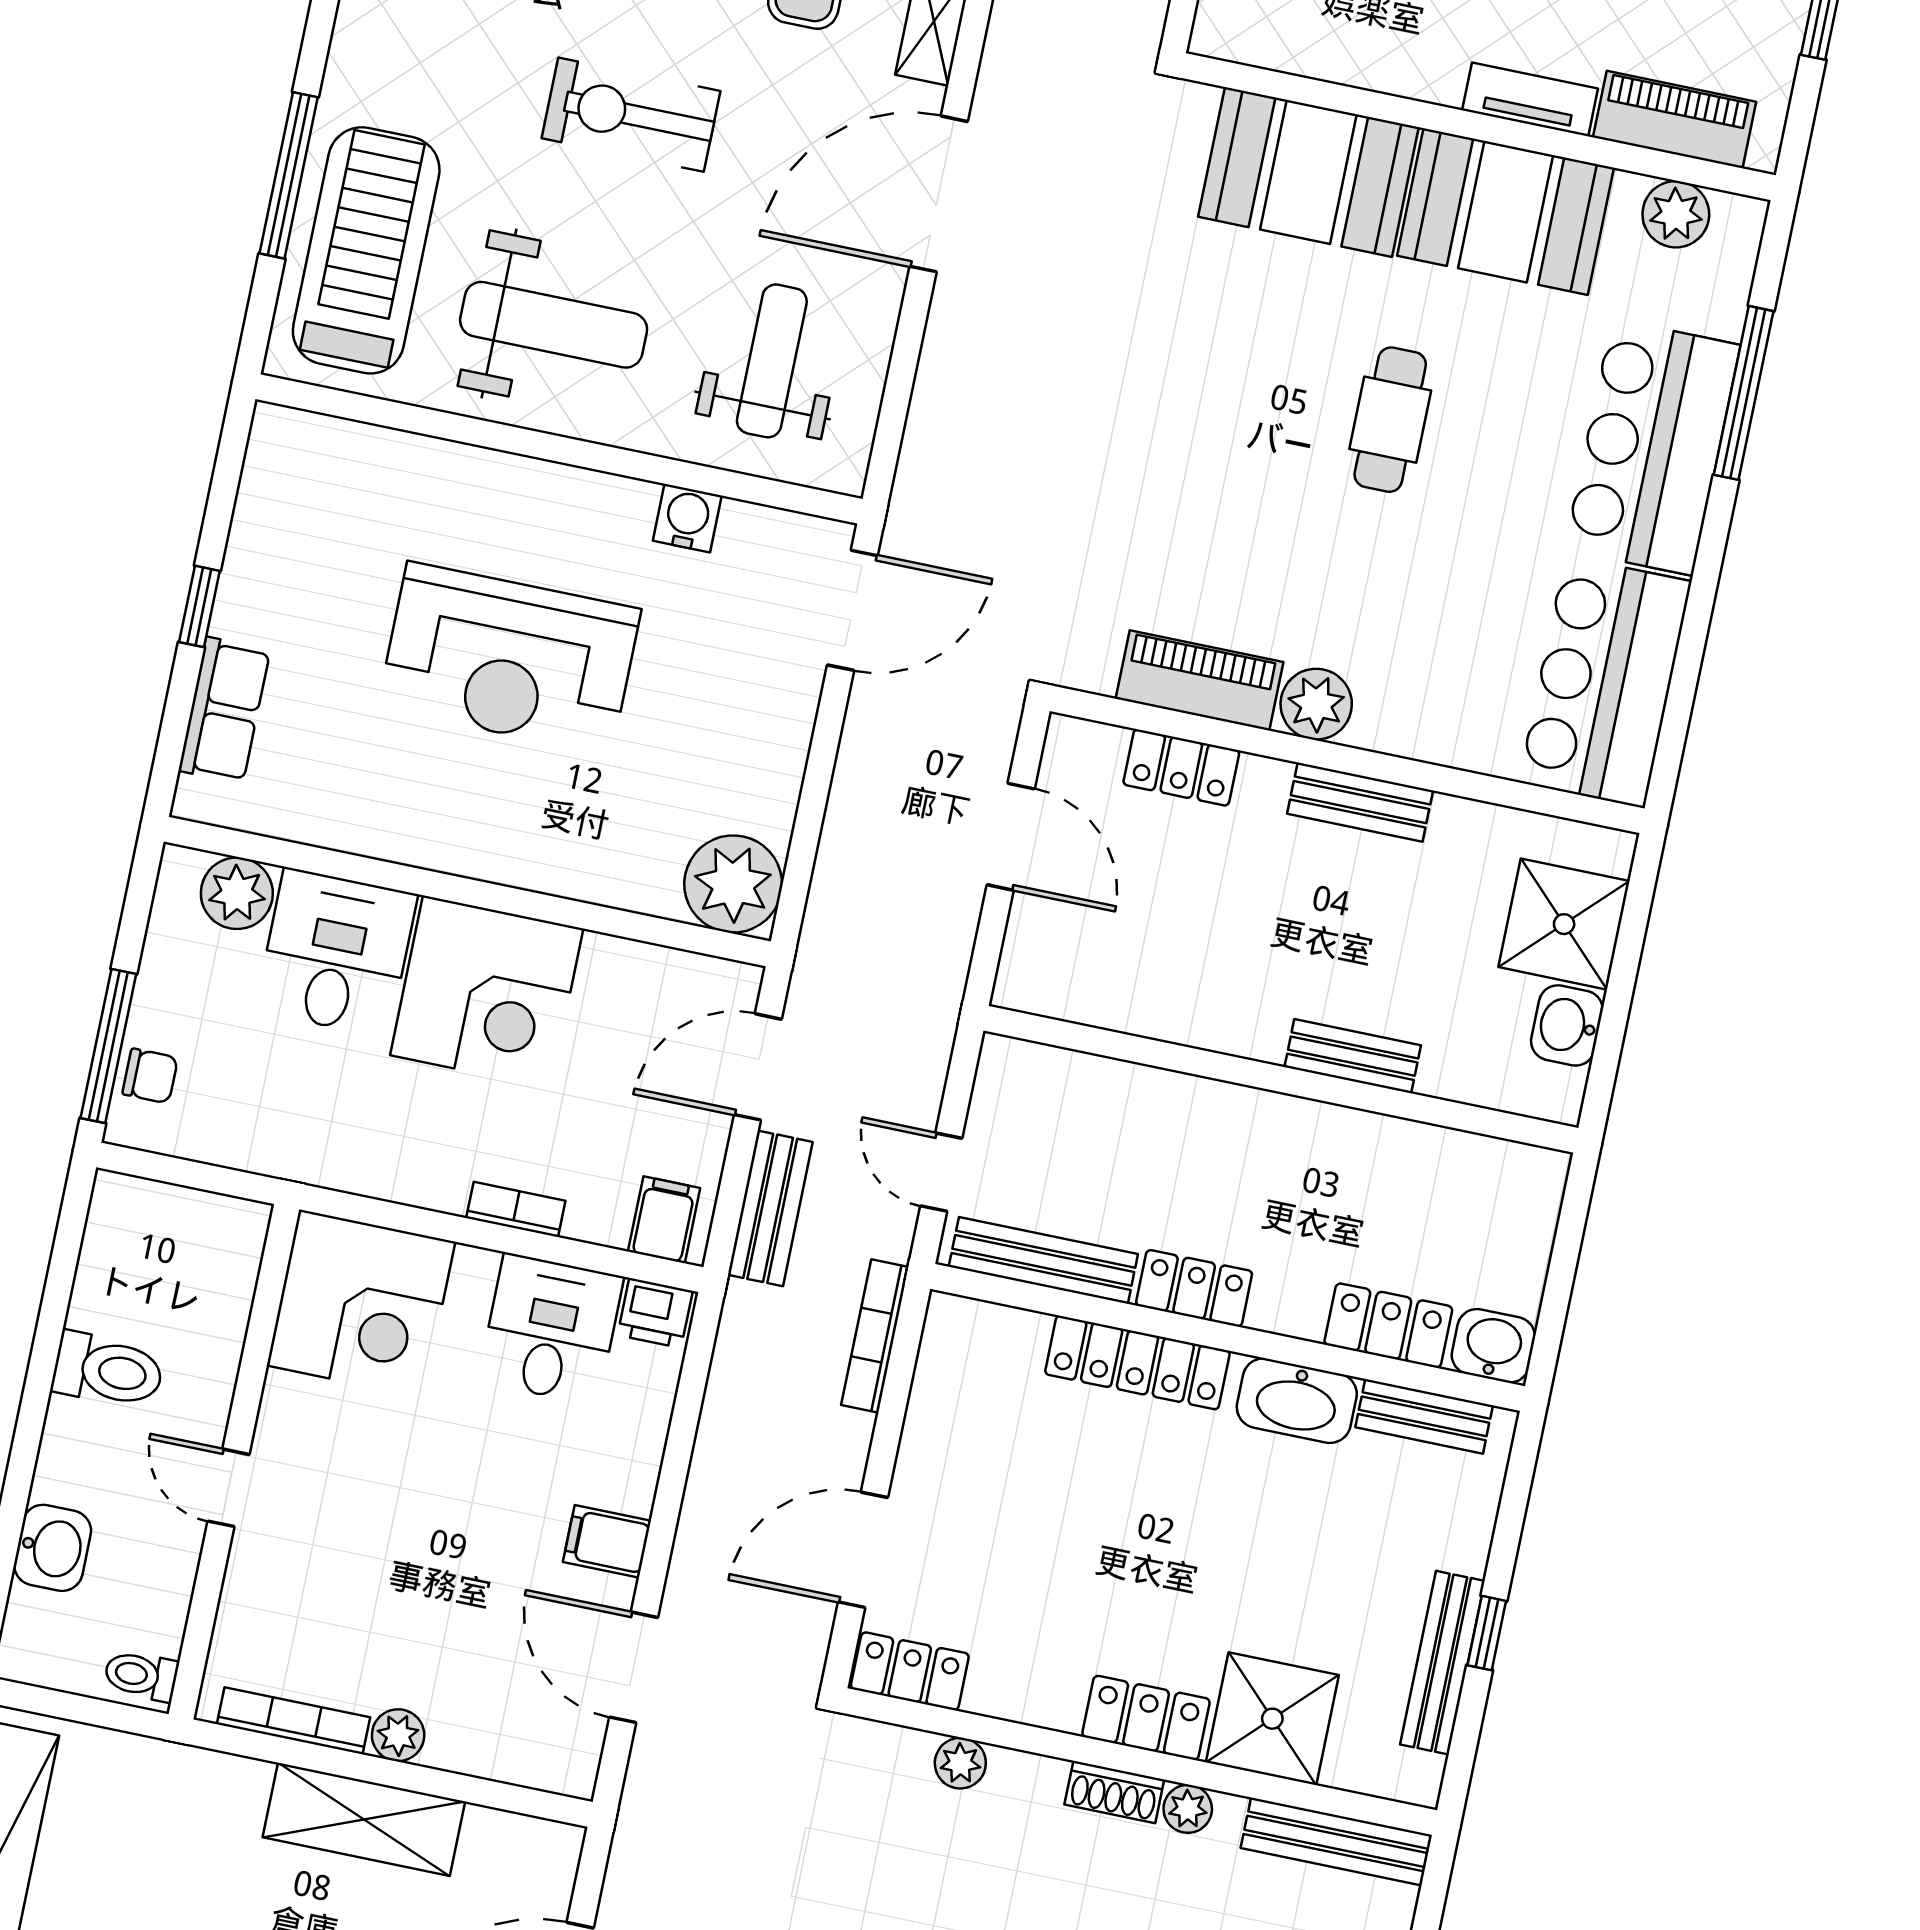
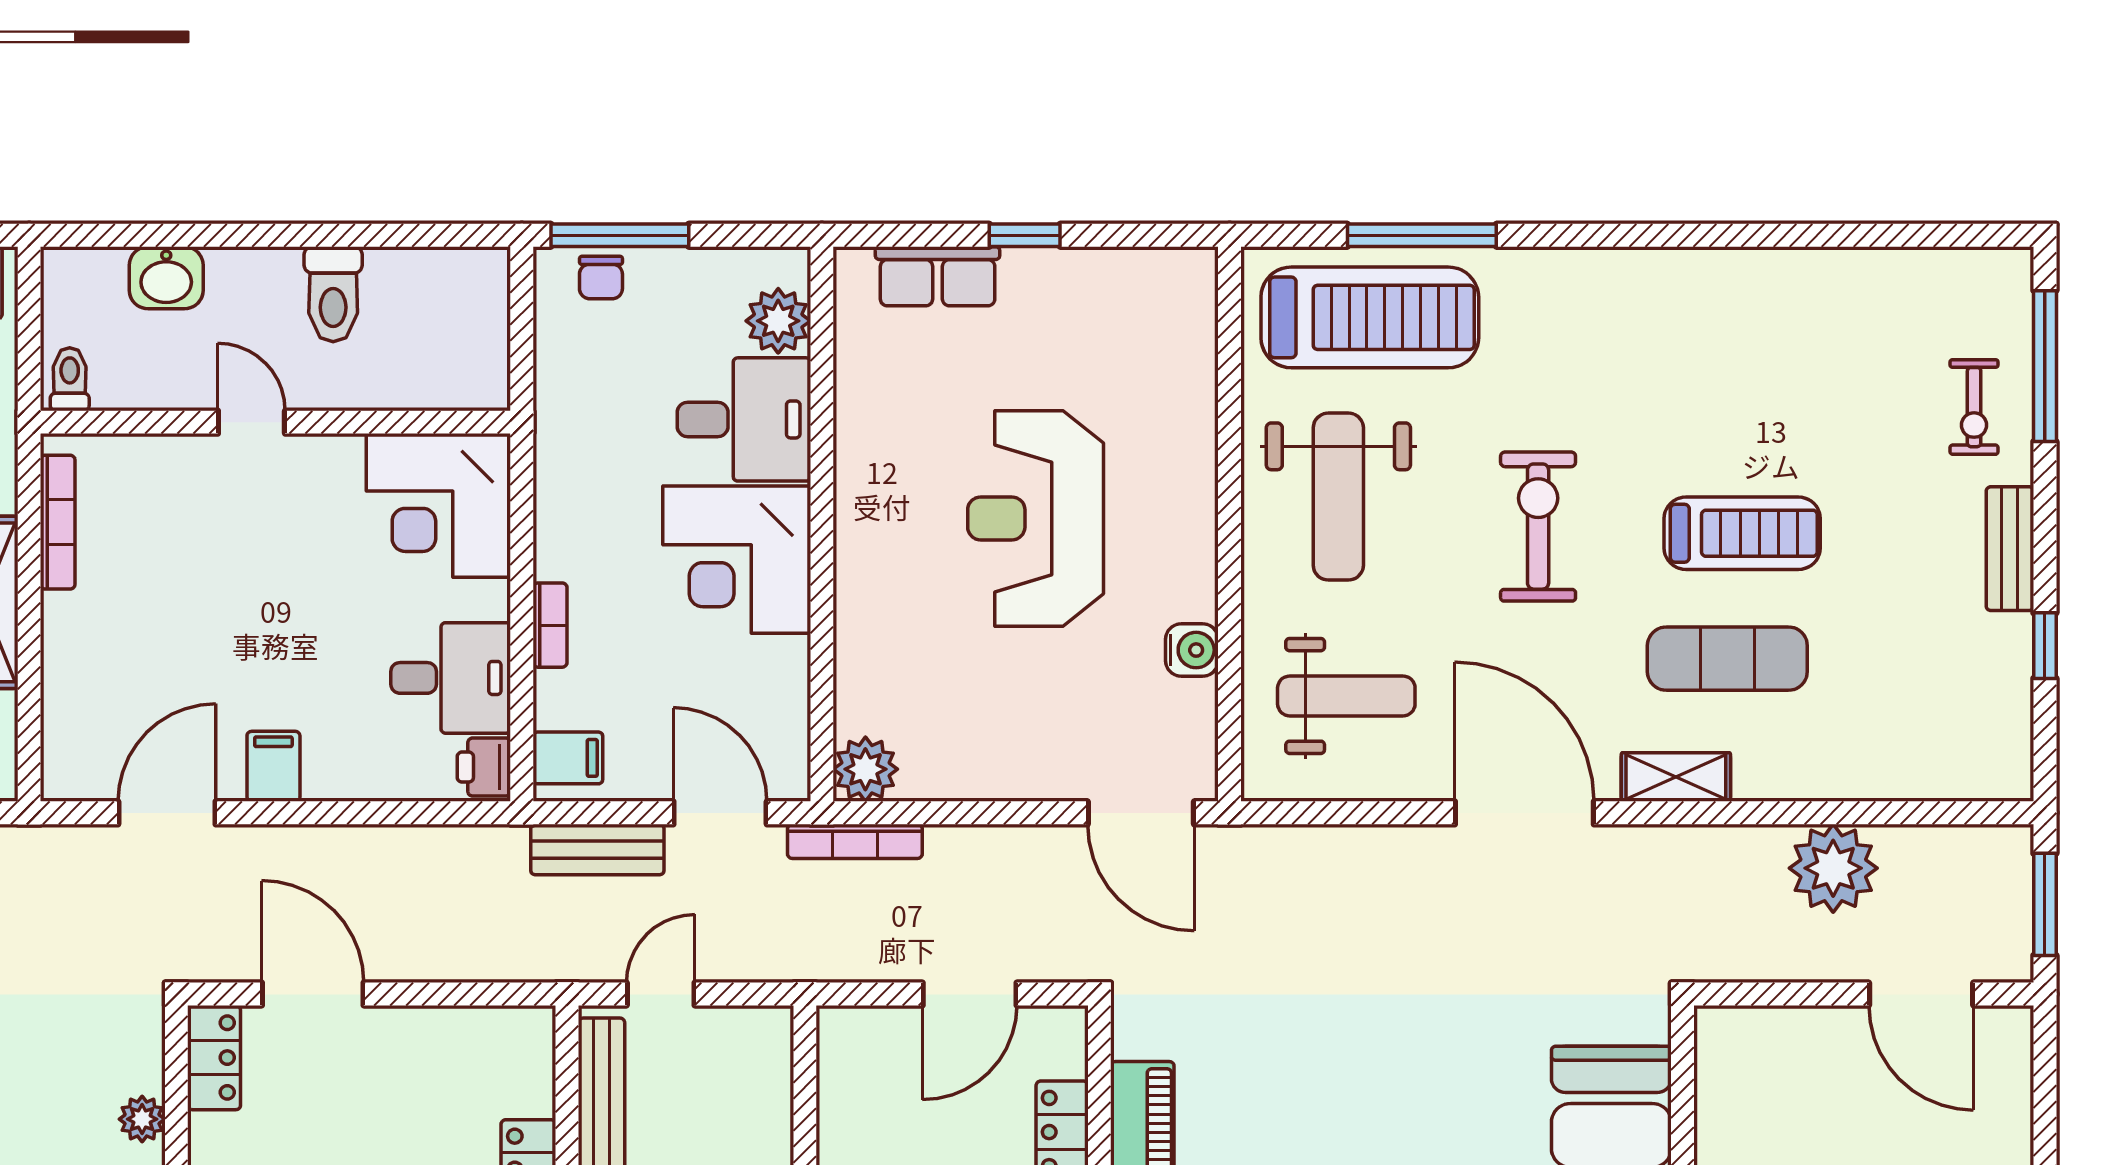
plant: (733, 884) -> (865, 769), width x0.73, depth x0.73
bookcase: (875, 1336) -> (855, 841), moved, turned 180
door: (228, 1488) -> (251, 422), hinge flipped
plant: (398, 1735) -> (64, 617), removed

